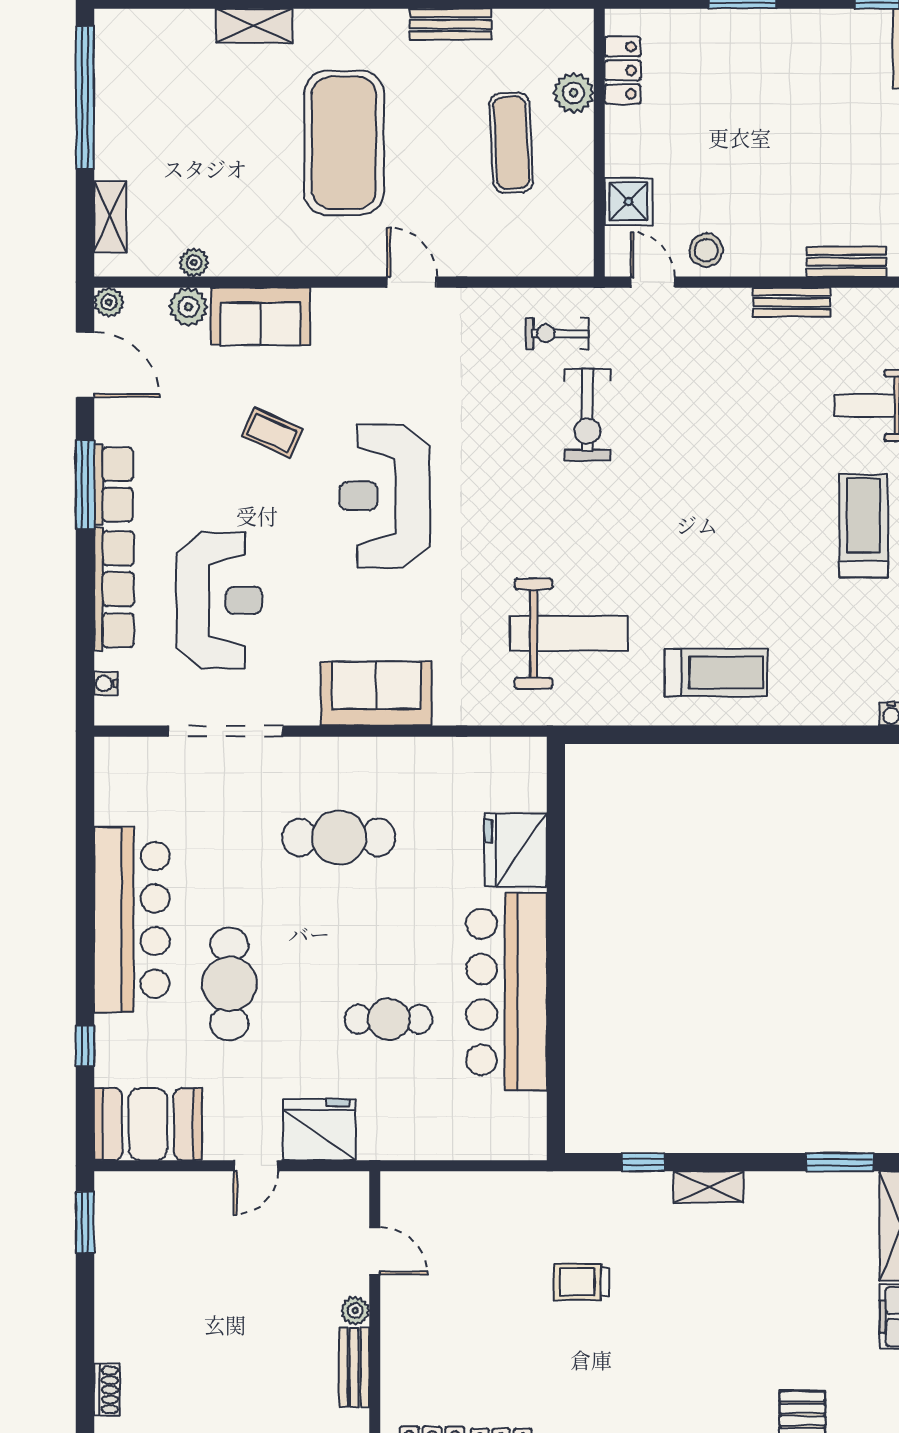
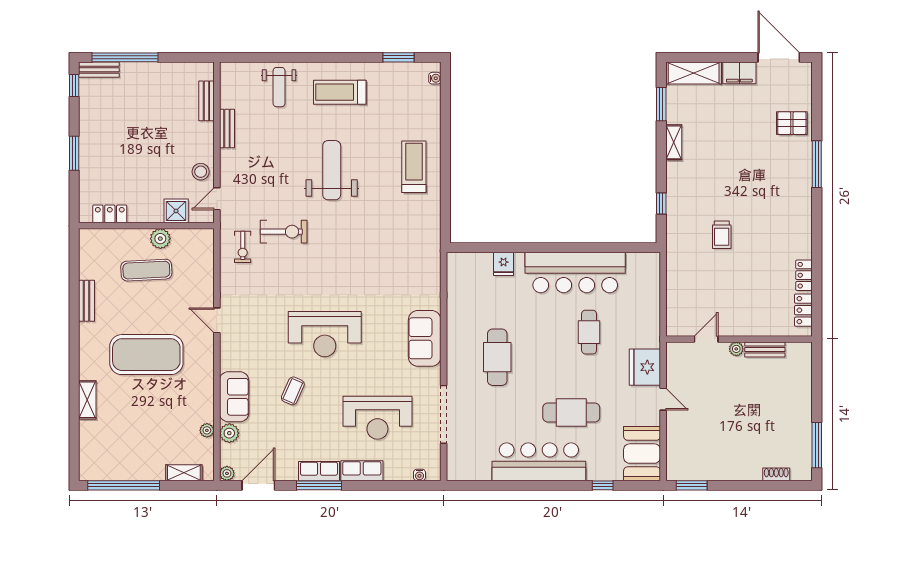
plant: (574, 93) -> (160, 239), moved
door: (412, 282) -> (217, 320), hinge flipped
row of seats: (114, 589) -> (362, 471), width x0.68
reception desk: (219, 600) -> (377, 418), turned 180
weight bench: (569, 633) -> (332, 170), moved
fridge: (516, 850) -> (504, 264), width x0.53, depth x0.75
shelving: (708, 1187) -> (674, 142), moved

